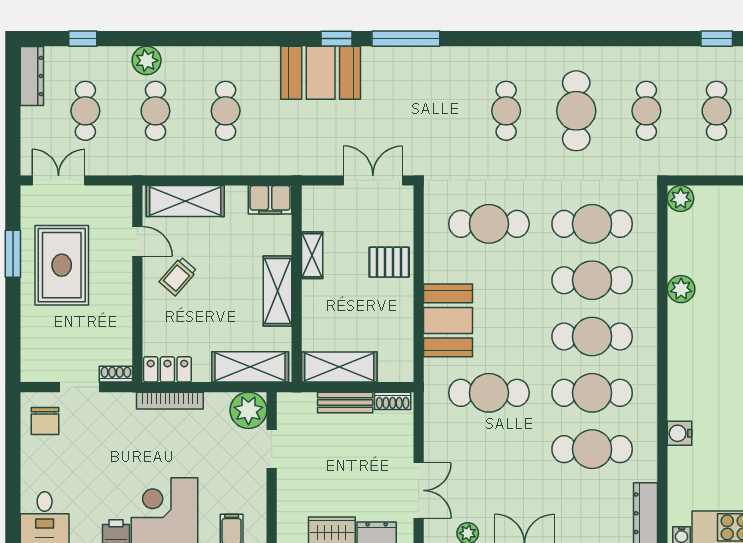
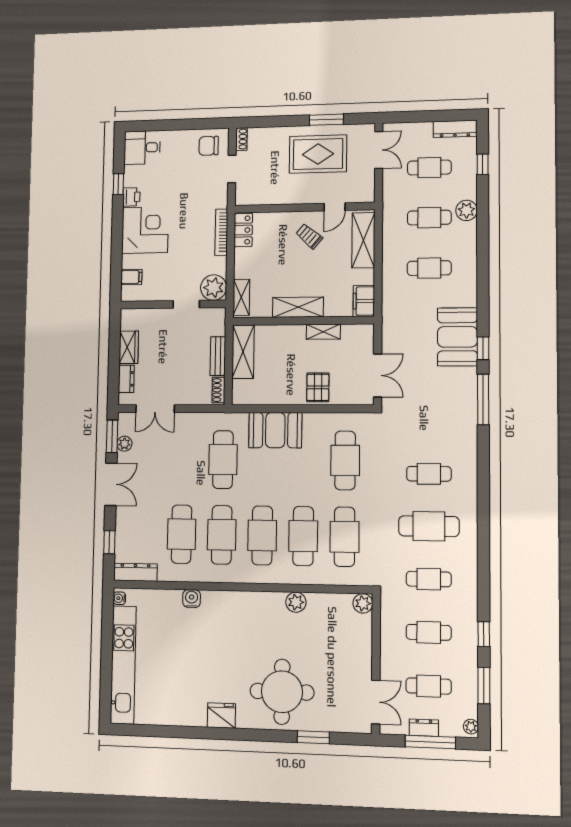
shelving: (250, 367) -> (241, 297), width x0.67, depth x0.75
shoe rack: (116, 374) -> (241, 139), moved

